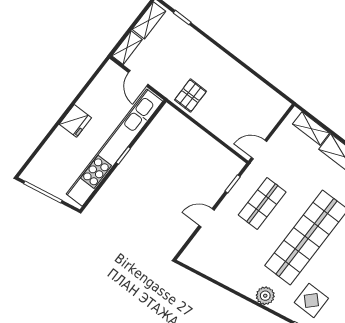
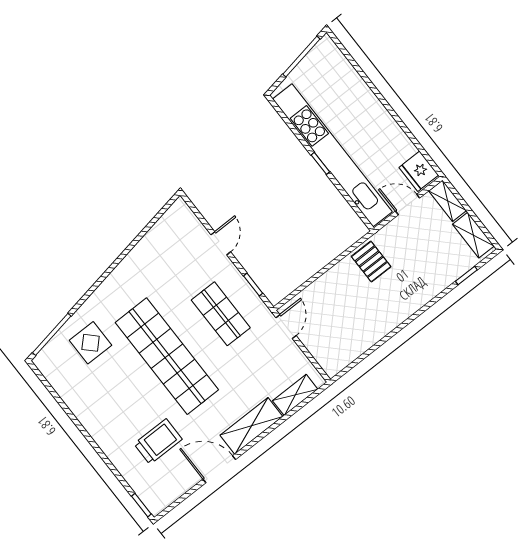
fridge: (75, 121) -> (419, 171), moved
plant: (265, 296) -> (110, 289), removed

